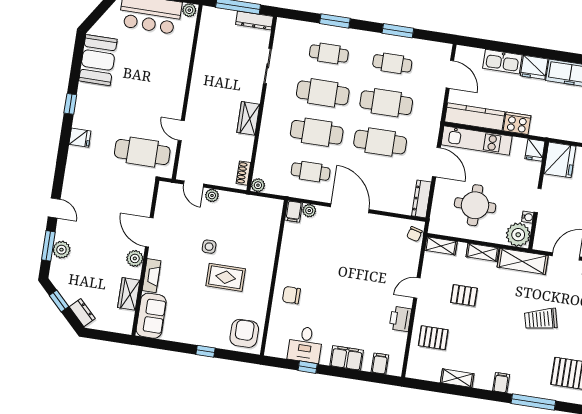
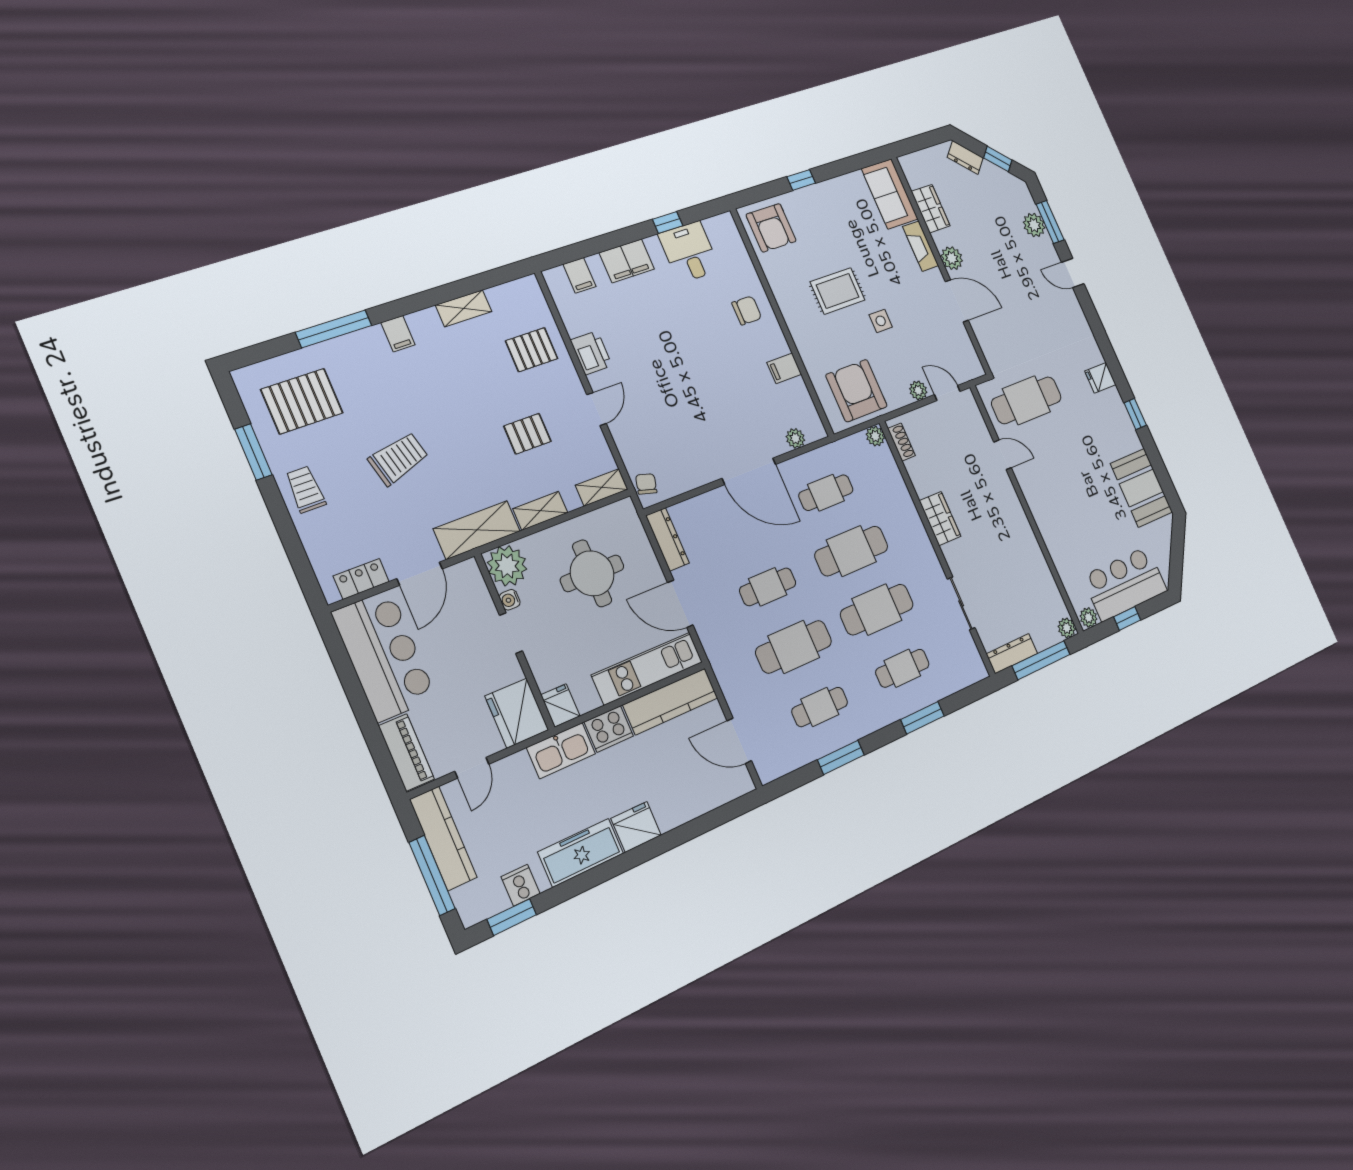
plant: (208, 13) -> (1067, 628), added
kitchen sink: (502, 62) -> (561, 751), moved, turned 180
cafe table: (380, 142) -> (768, 587), width x0.73, depth x0.74
filing cabinet: (294, 212) -> (784, 368), moved, turned -90
armchair: (252, 216) -> (856, 391), added

